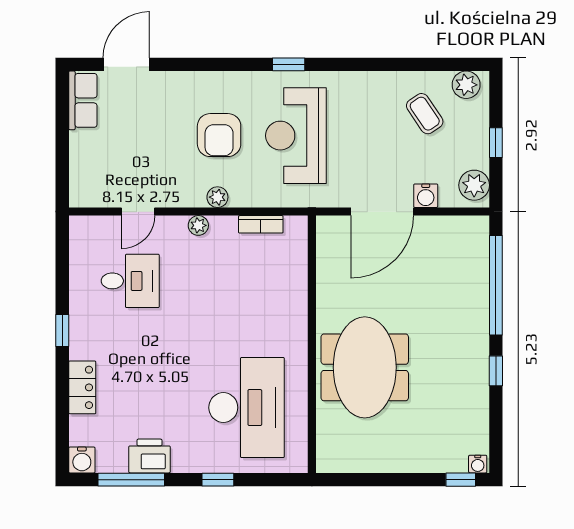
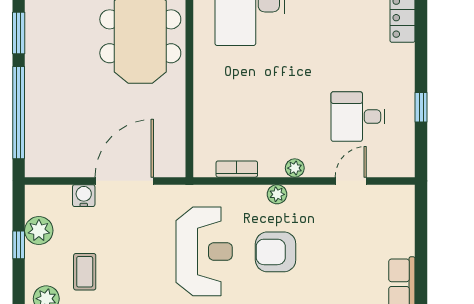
coffee table: (425, 114) -> (85, 272), turned 34
armchair: (219, 135) -> (276, 252), turned -90
plant: (474, 185) -> (39, 231), moved
window: (62, 330) -> (421, 107), moved
window: (496, 371) -> (19, 33), width x1.50

